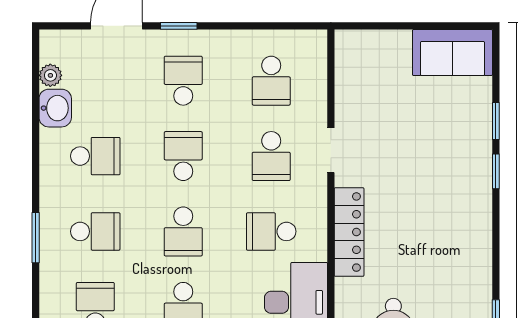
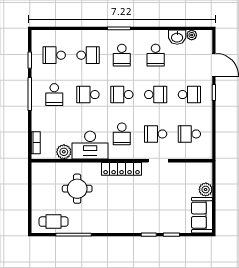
plant: (395, 44) -> (206, 189), added
school desk: (271, 231) -> (122, 134), turned 180

